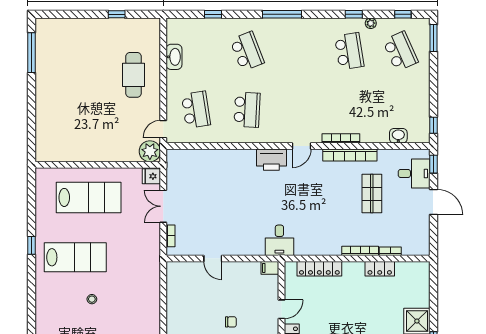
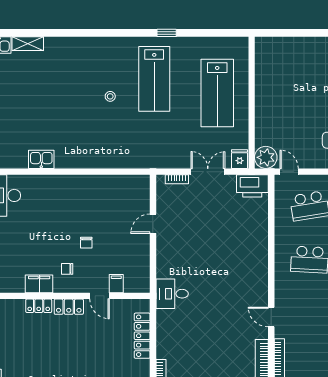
printer: (271, 160) -> (252, 186), moved, turned -90
filing cabinet: (270, 268) -> (116, 284), moved

